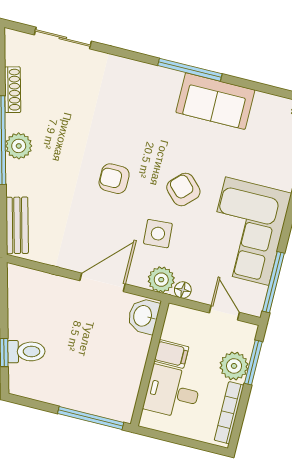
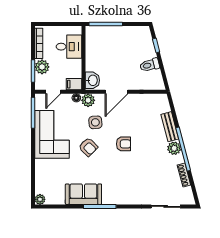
bench: (17, 225) -> (170, 127), moved
door: (224, 313) -> (53, 92), hinge flipped
toilet: (26, 352) -> (150, 65), moved
filing cabinet: (171, 354) -> (74, 84), moved

